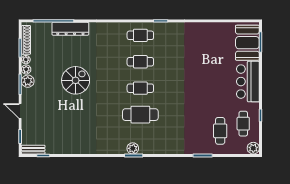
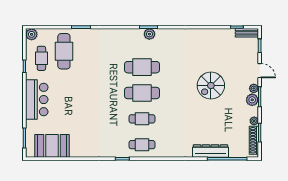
booth: (247, 43) -> (52, 146), moved, turned 90
plant: (26, 69) -> (254, 88), moved
spiral stairs: (76, 80) -> (211, 86), moved
cafe table: (140, 88) -> (142, 93), width x1.37, depth x1.35
cafe table: (220, 131) -> (64, 51), width x1.37, depth x1.35

